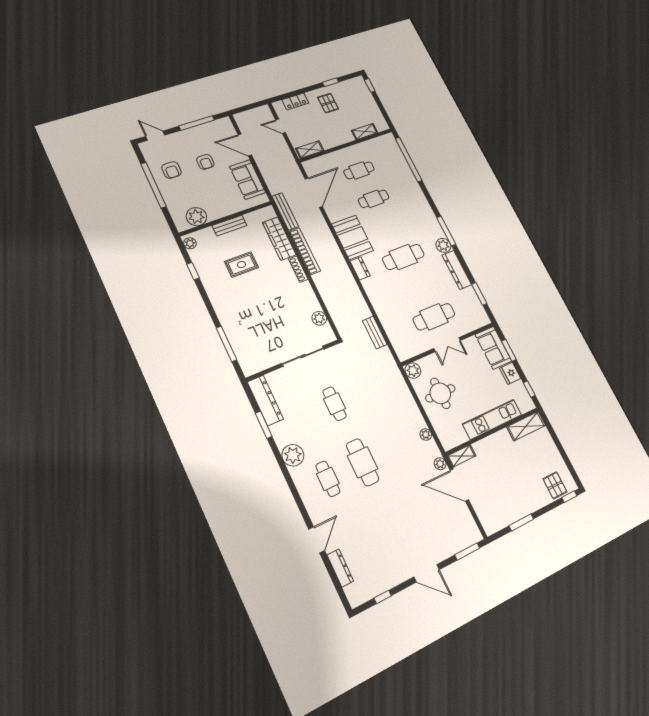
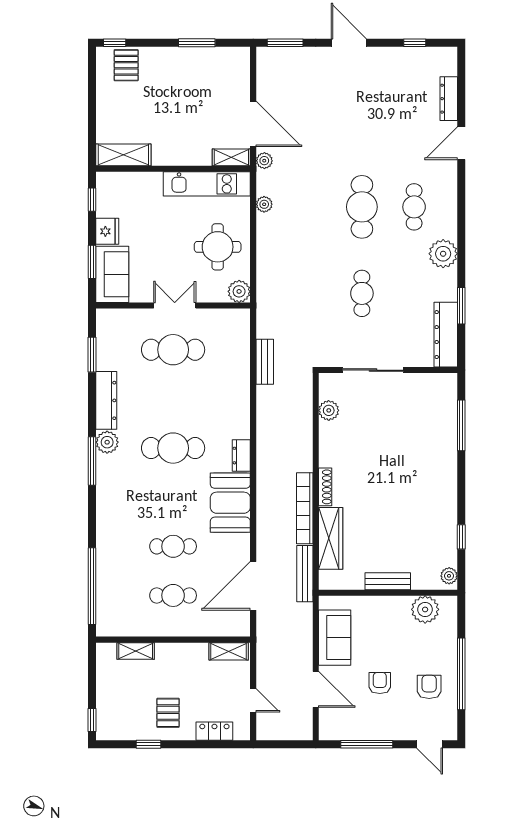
rug: (242, 265) -> (396, 522), removed
kitchen unit: (492, 419) -> (207, 184), moved

